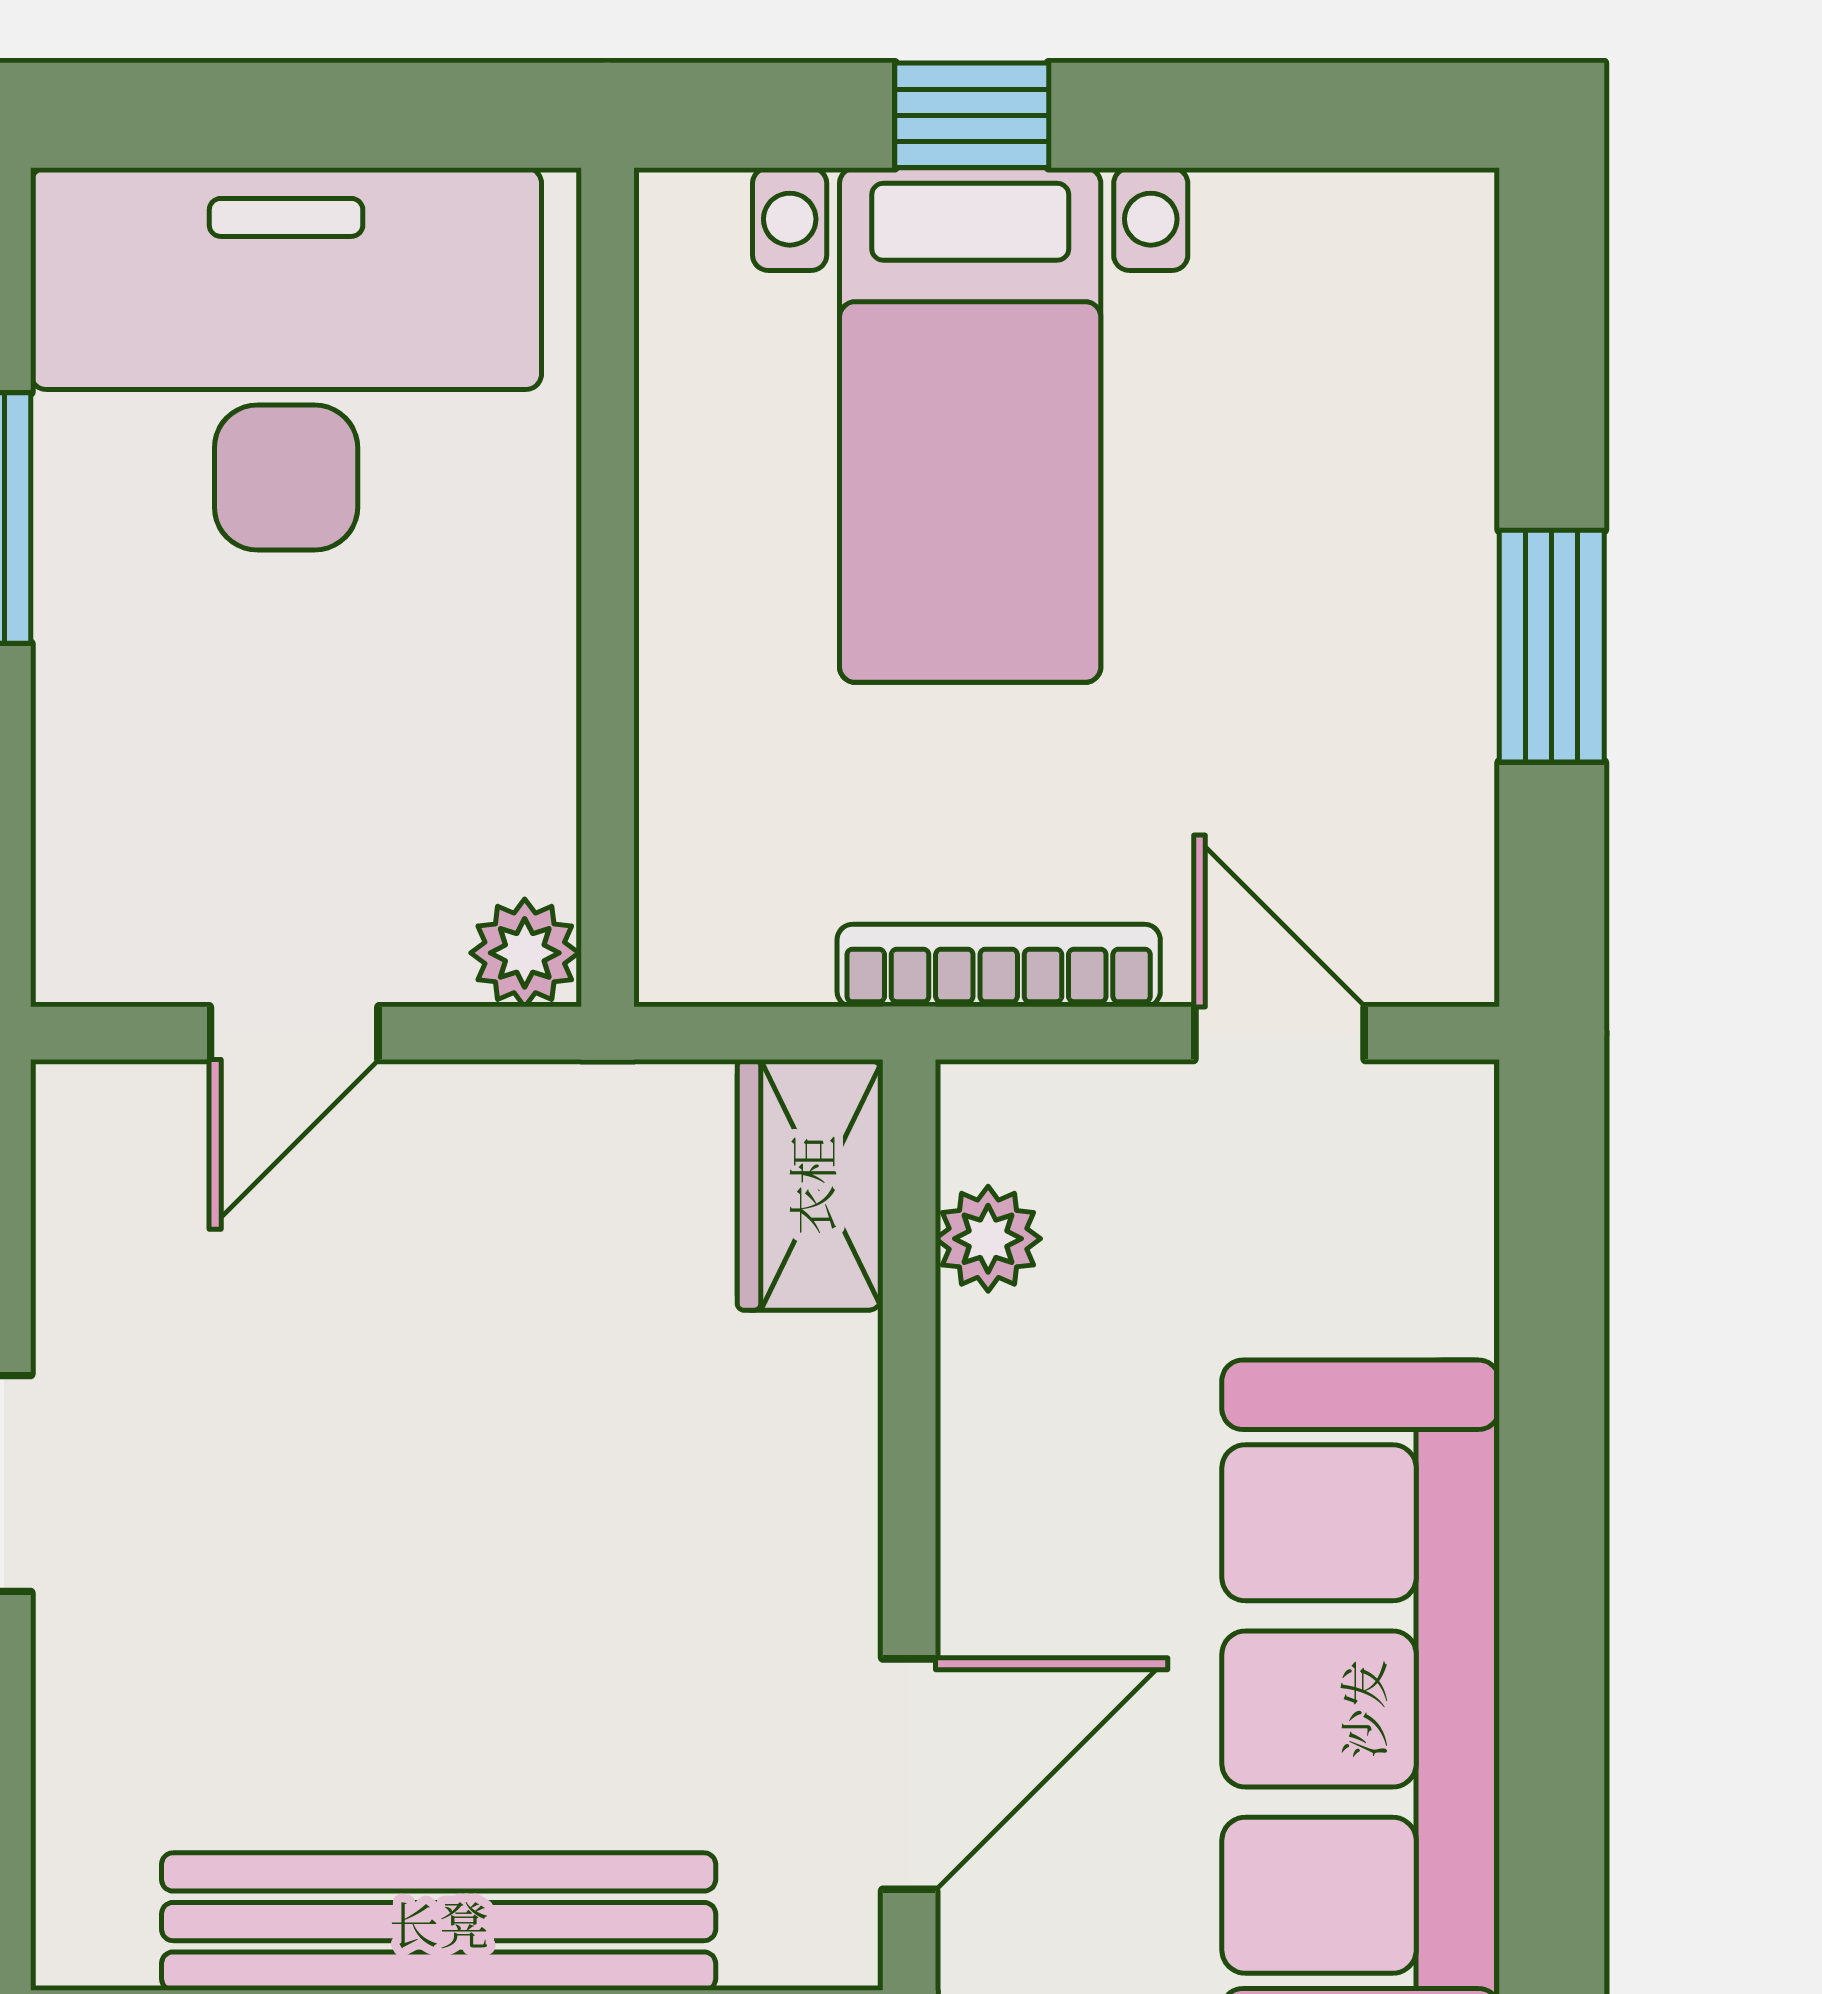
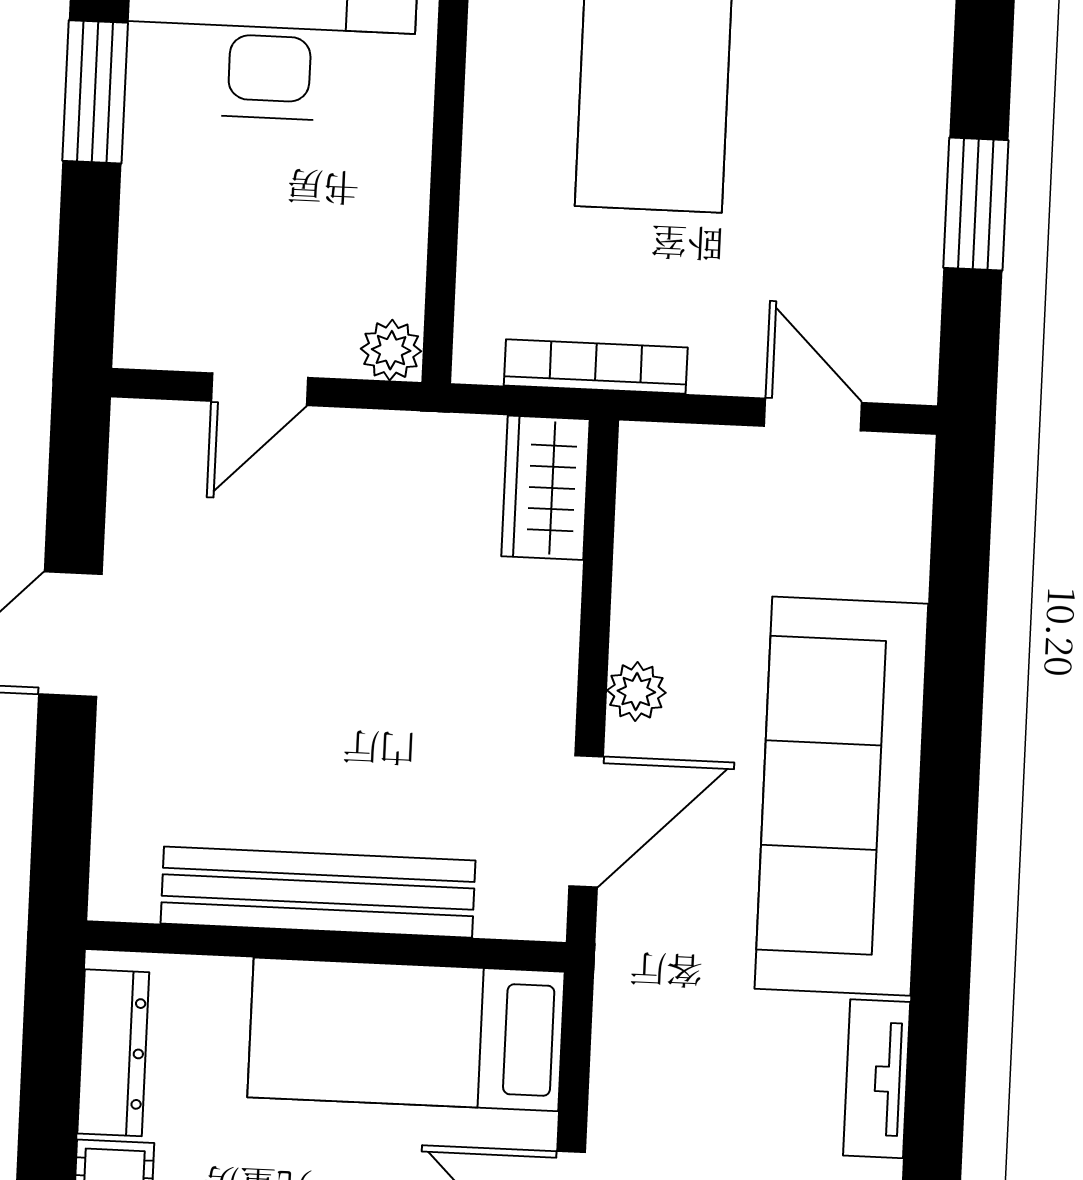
bookcase: (999, 966) -> (596, 367), moved
plant: (988, 1239) -> (636, 691), moved

